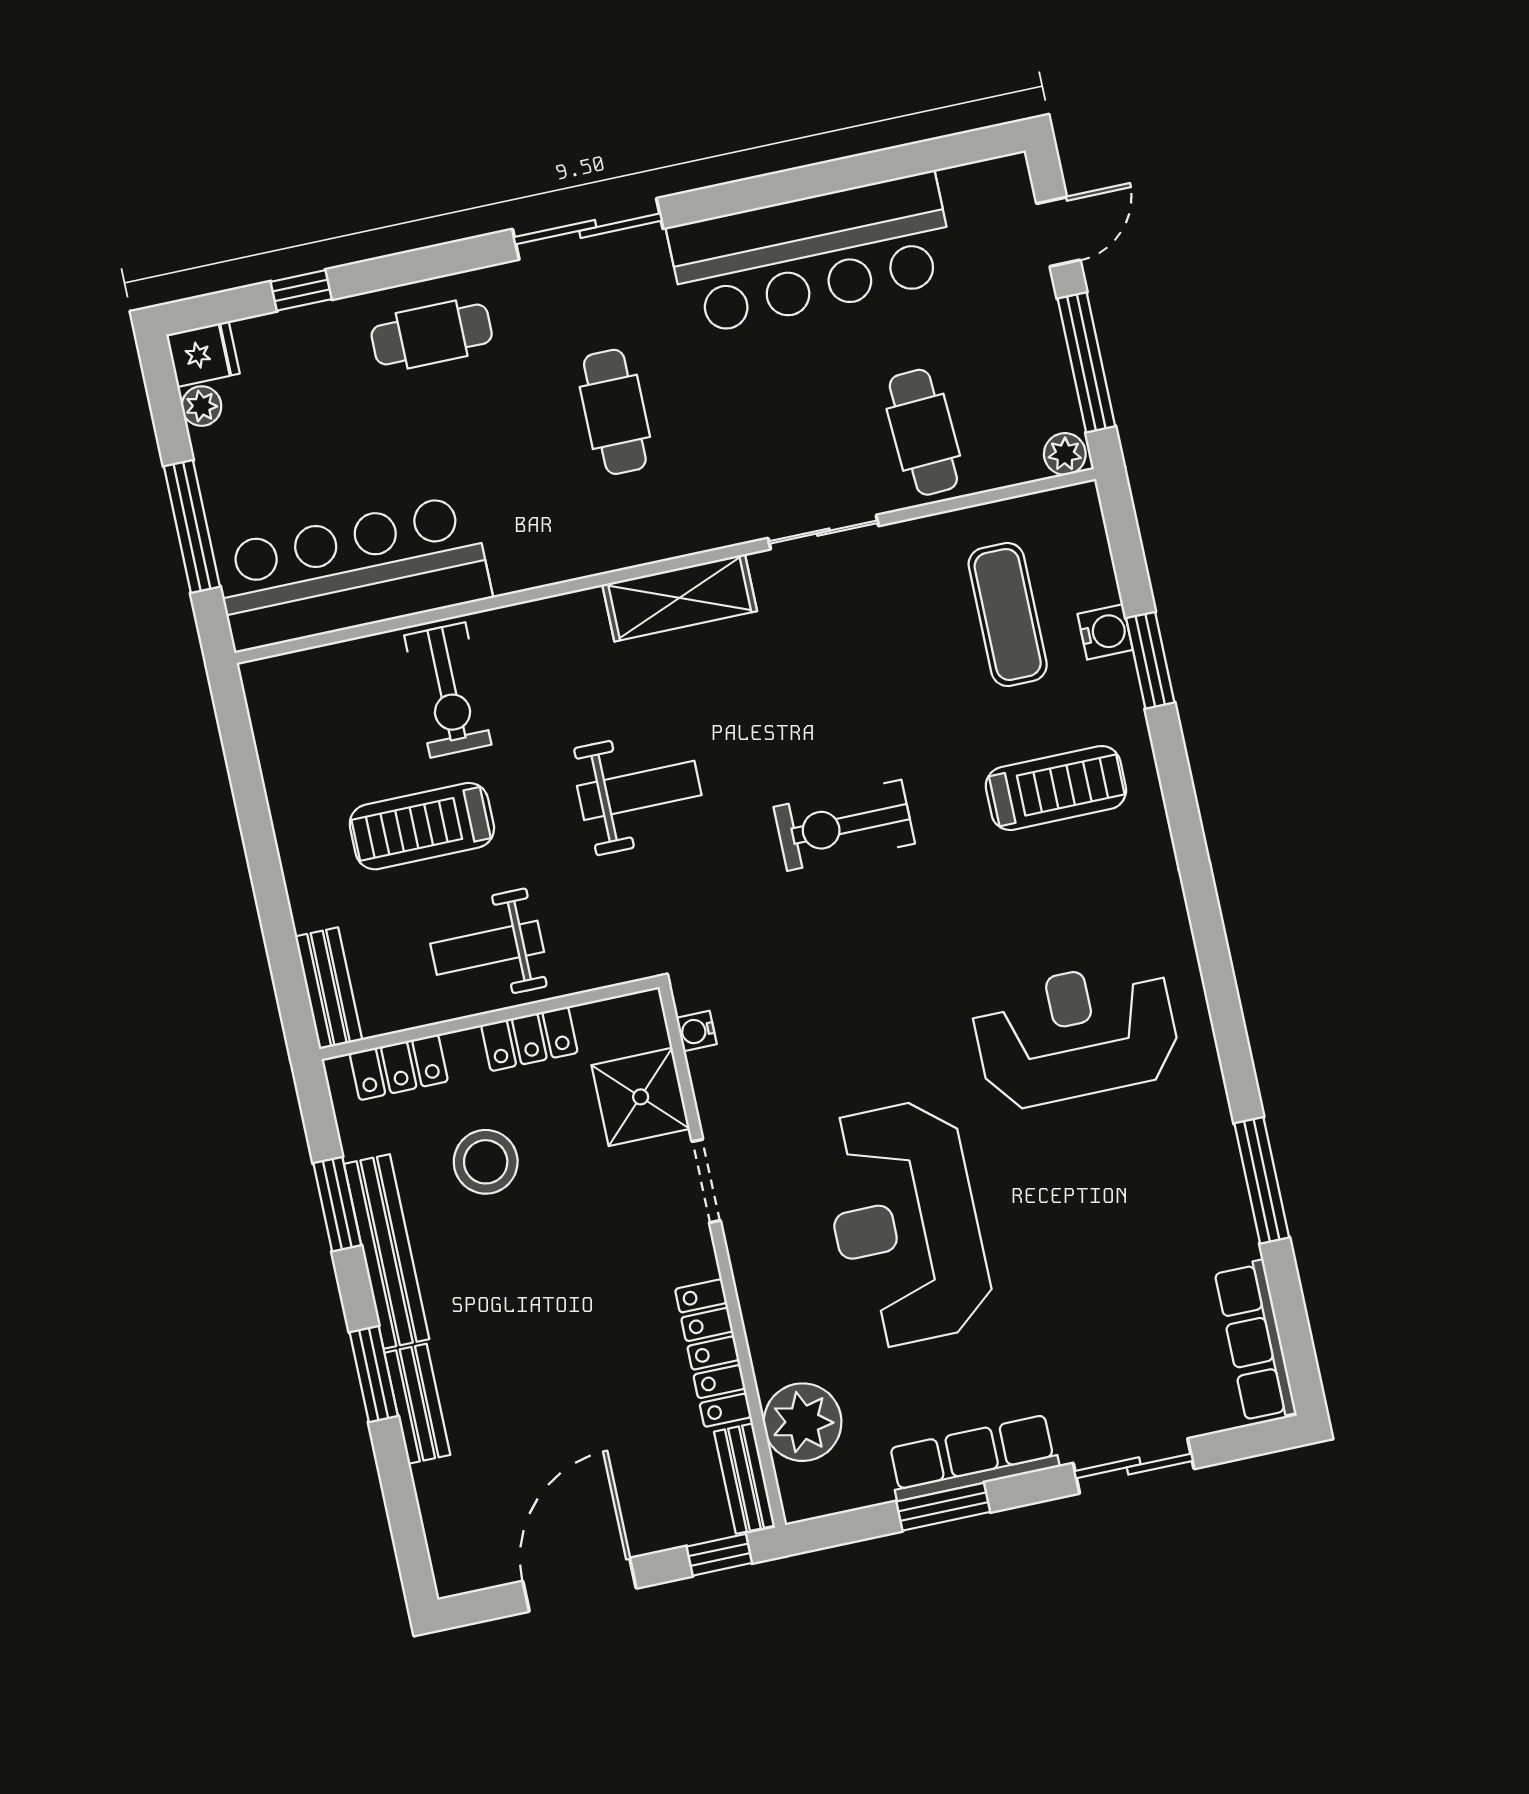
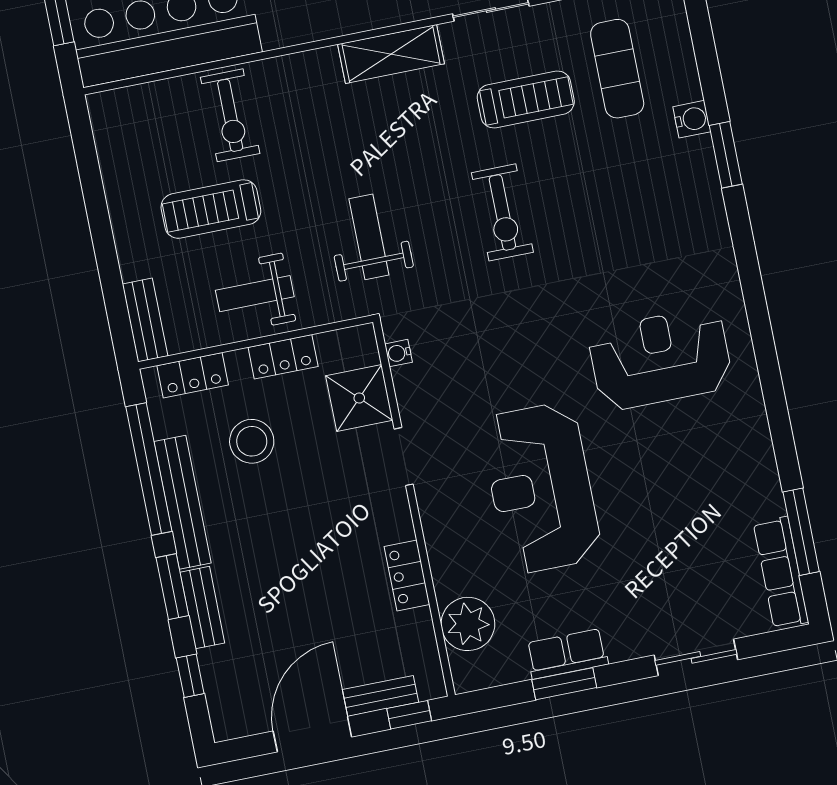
water cooler: (1105, 632) -> (692, 119), moved
window: (1150, 660) -> (726, 155), moved
treadmill: (1056, 788) -> (526, 99), moved
weight bench: (639, 790) -> (369, 237), moved, turned -90
exercise bike: (844, 825) -> (502, 212), turned -90
window: (1262, 1180) -> (801, 532), moved
window: (337, 1204) -> (149, 469), width x2.11
locker: (713, 1353) -> (407, 575), width x0.66
row of seats: (973, 1458) -> (567, 654), width x0.68
bench: (744, 1479) -> (380, 696), moved, turned 90
window: (401, 1503) -> (190, 676), added

